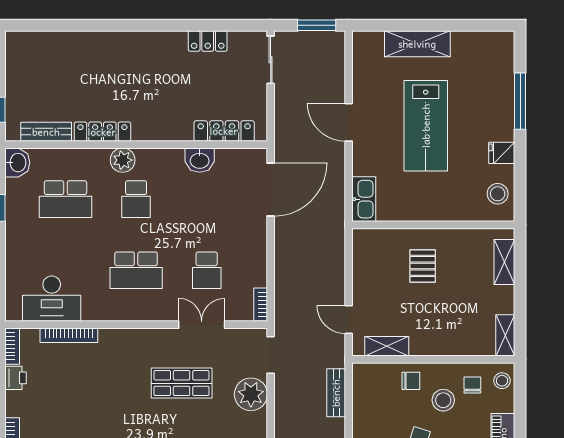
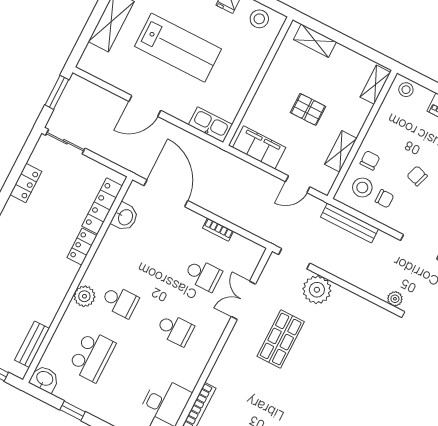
locker: (102, 132) -> (82, 247), moved, width x0.66
washbasin: (200, 160) -> (125, 217), moved
filing cabinet: (366, 261) -> (259, 147), added
pallet: (423, 266) -> (308, 109), moved
school desk: (136, 270) -> (175, 329), width x0.54
bookcase: (261, 305) -> (218, 230), moved
shelving: (505, 335) -> (375, 85), moved, turned 90
shelving: (387, 346) -> (341, 151), moved
chair: (472, 385) -> (384, 199), moved, turned 180
bench: (336, 393) -> (350, 223), width x1.36
stool: (443, 400) -> (362, 187), moved

